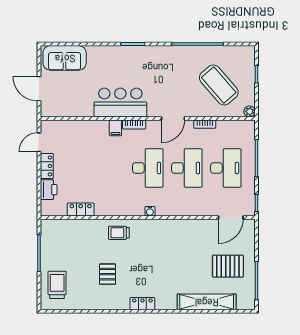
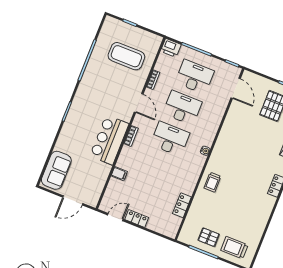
coffee table: (219, 85) -> (126, 56), turned 41
plant: (250, 111) -> (157, 40), removed
filing cabinet: (115, 128) -> (119, 174), moved
door: (39, 142) -> (115, 217), swing flipped
printer: (49, 190) -> (171, 48), moved, turned 180
pallet: (108, 274) -> (209, 237), moved

